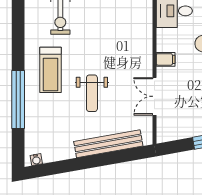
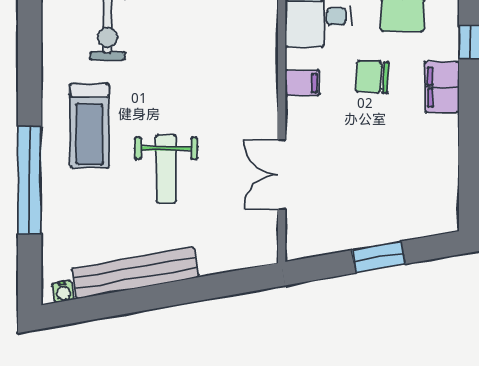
filing cabinet: (166, 59) -> (302, 83), moved
bench: (108, 144) -> (135, 273), moved

